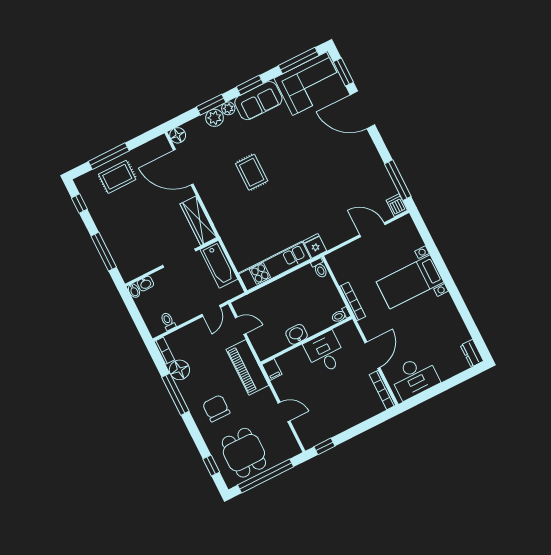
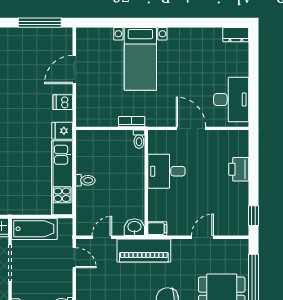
dishwasher: (397, 205) -> (63, 102), moved
toilet: (320, 268) -> (85, 180), moved
bookcase: (353, 301) -> (132, 122), width x0.64
washbasin: (297, 334) -> (134, 227), moved, turned 90
bookcase: (382, 390) -> (228, 135), removed
printer: (358, 414) -> (239, 169), added

